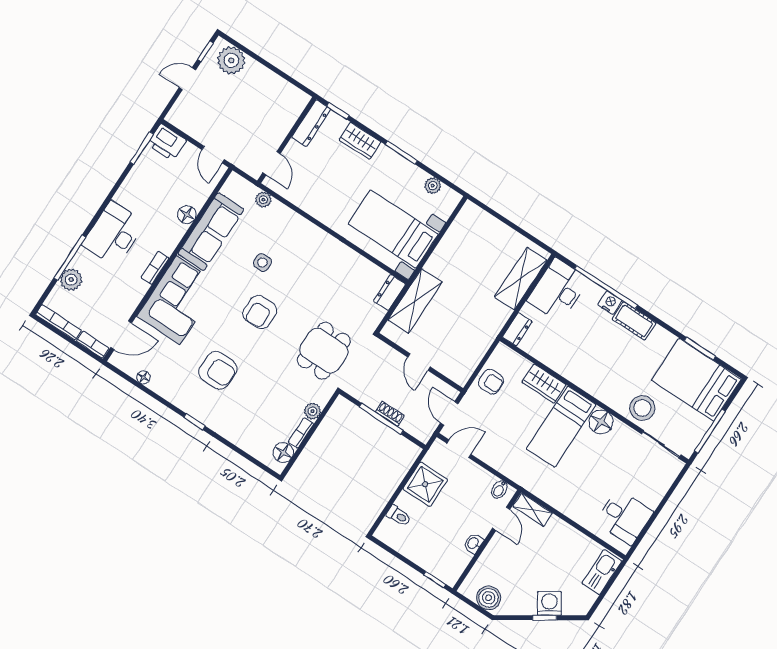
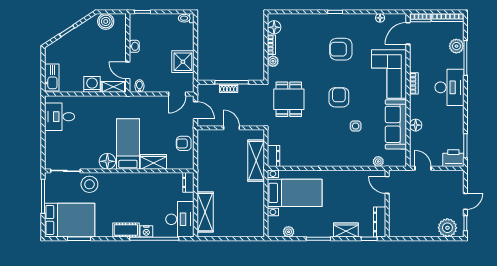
toilet: (399, 516) -> (186, 18), moved
washing machine: (549, 603) -> (92, 84), moved, turned -147

